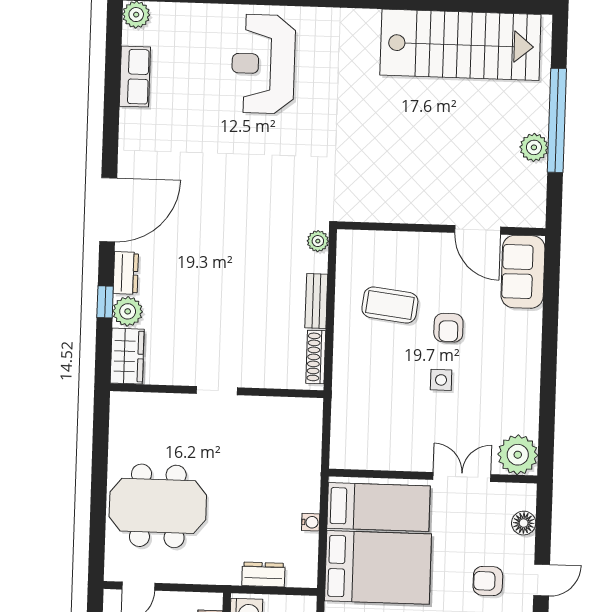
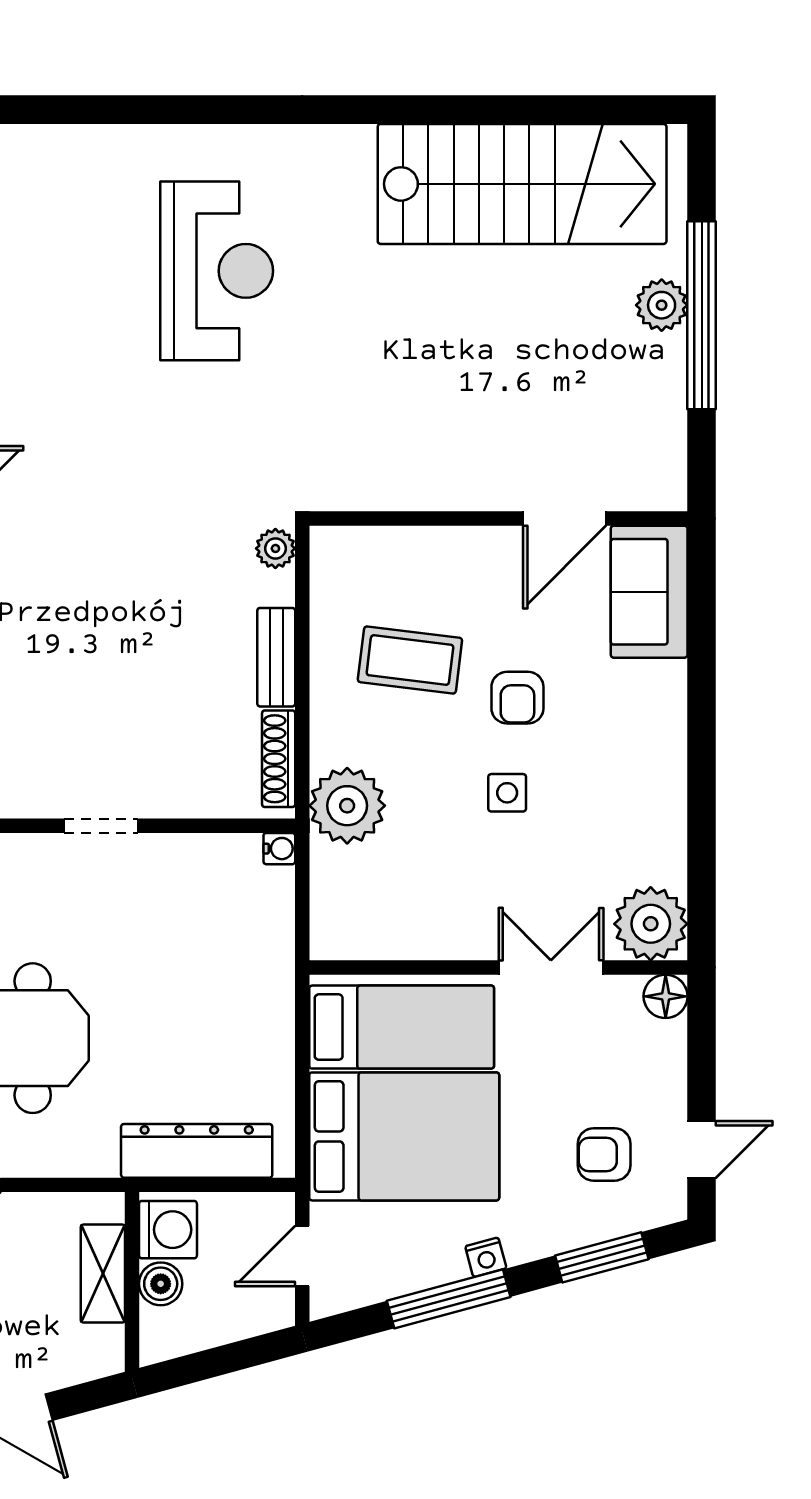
reception desk: (263, 64) -> (217, 271), moved, turned 180
plant: (534, 147) -> (662, 305), moved
door: (478, 230) -> (565, 518), hinge flipped
plant: (353, 384) -> (347, 806), added
water cooler: (311, 522) -> (279, 849), moved
floor lamp: (524, 523) -> (666, 996), moved
dresser: (263, 574) -> (197, 1151), width x1.96, depth x1.24

